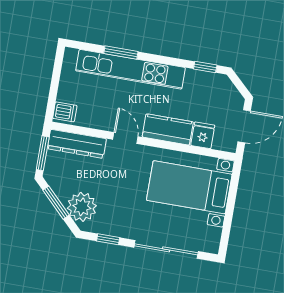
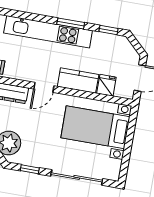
window: (121, 52) -> (71, 23), moved
door: (125, 138) -> (44, 87), swing flipped

